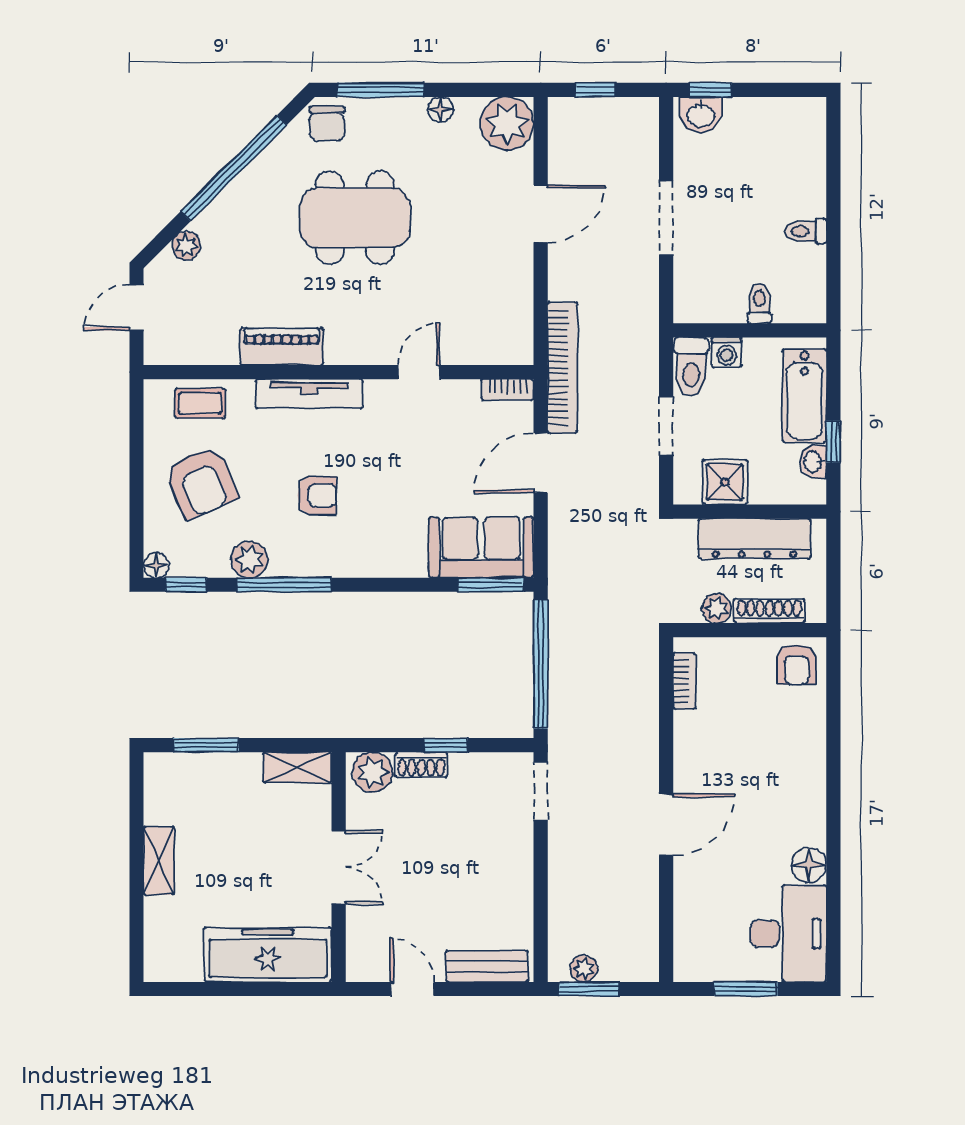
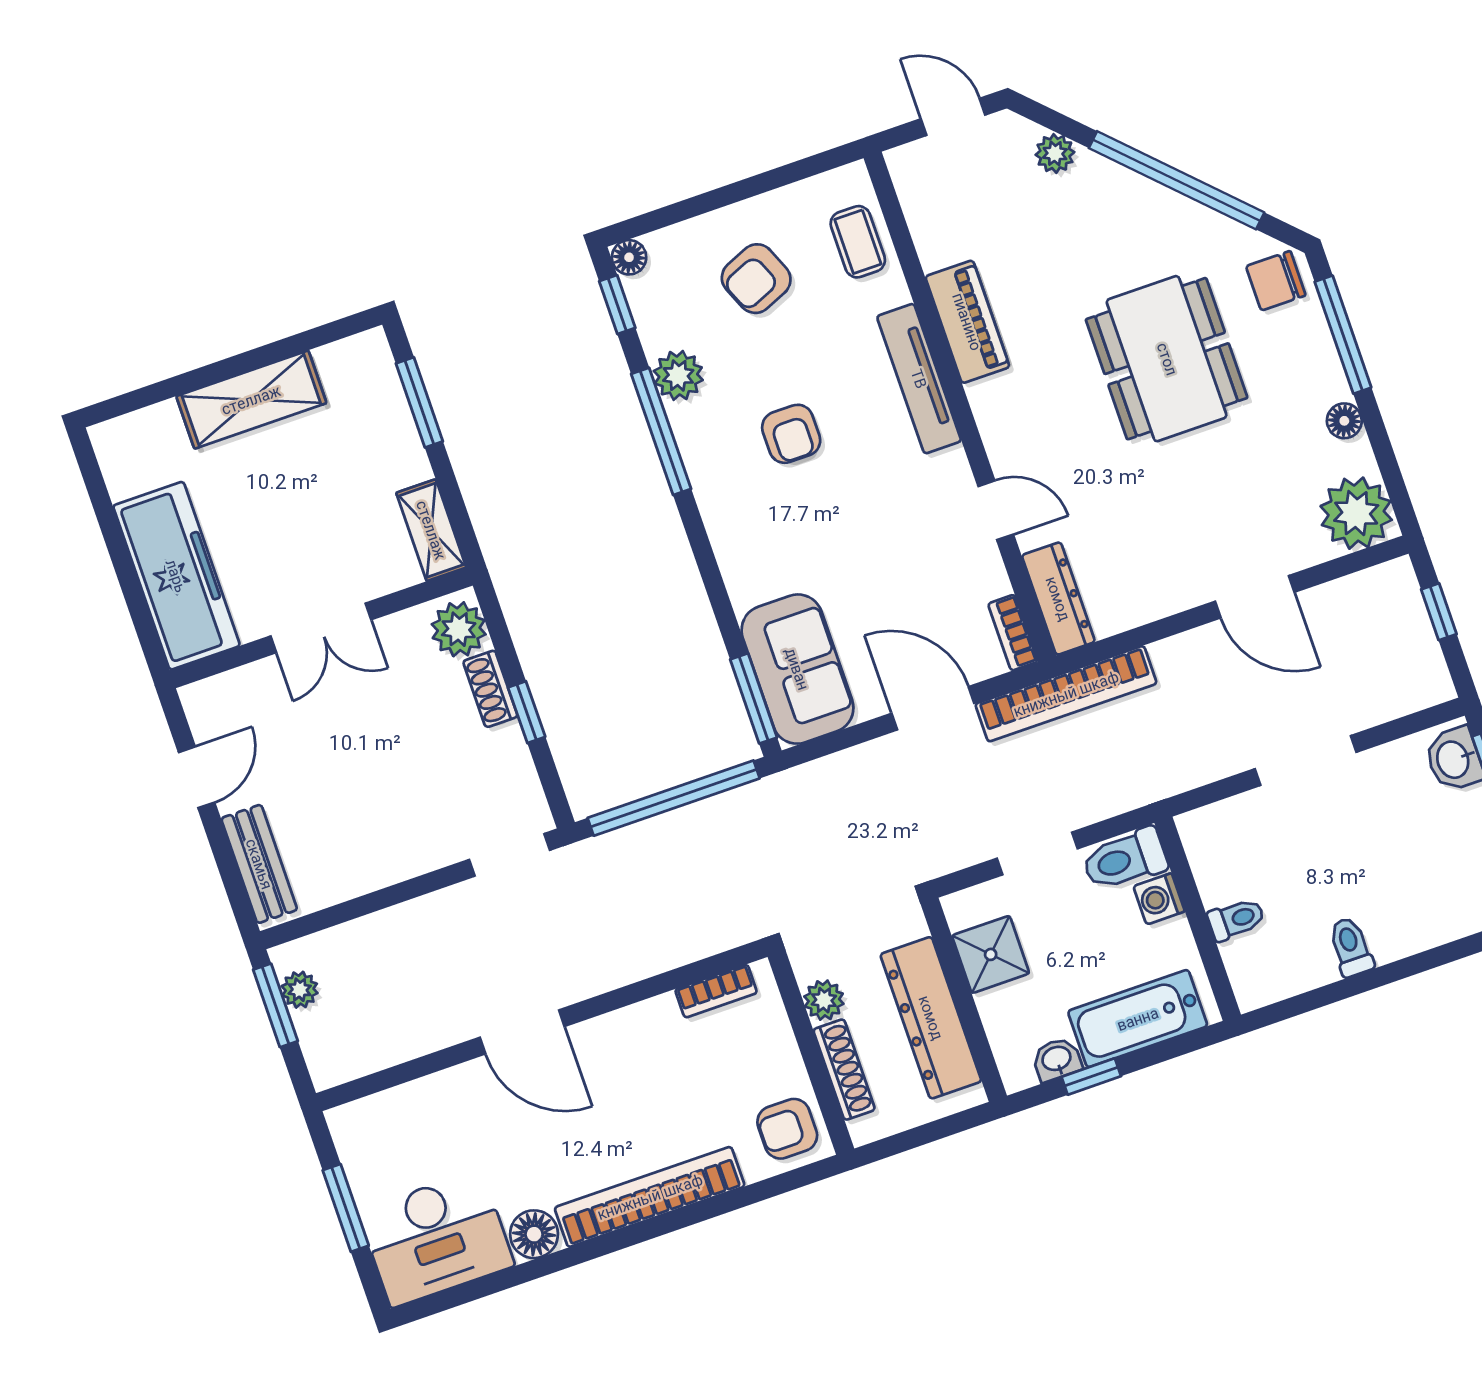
dresser: (495, 350) -> (1058, 599), added
armchair: (201, 482) -> (756, 279), width x0.72, depth x0.72
bookcase: (811, 776) -> (650, 1197), added
shelving: (159, 861) -> (251, 400), width x1.50, depth x1.33

